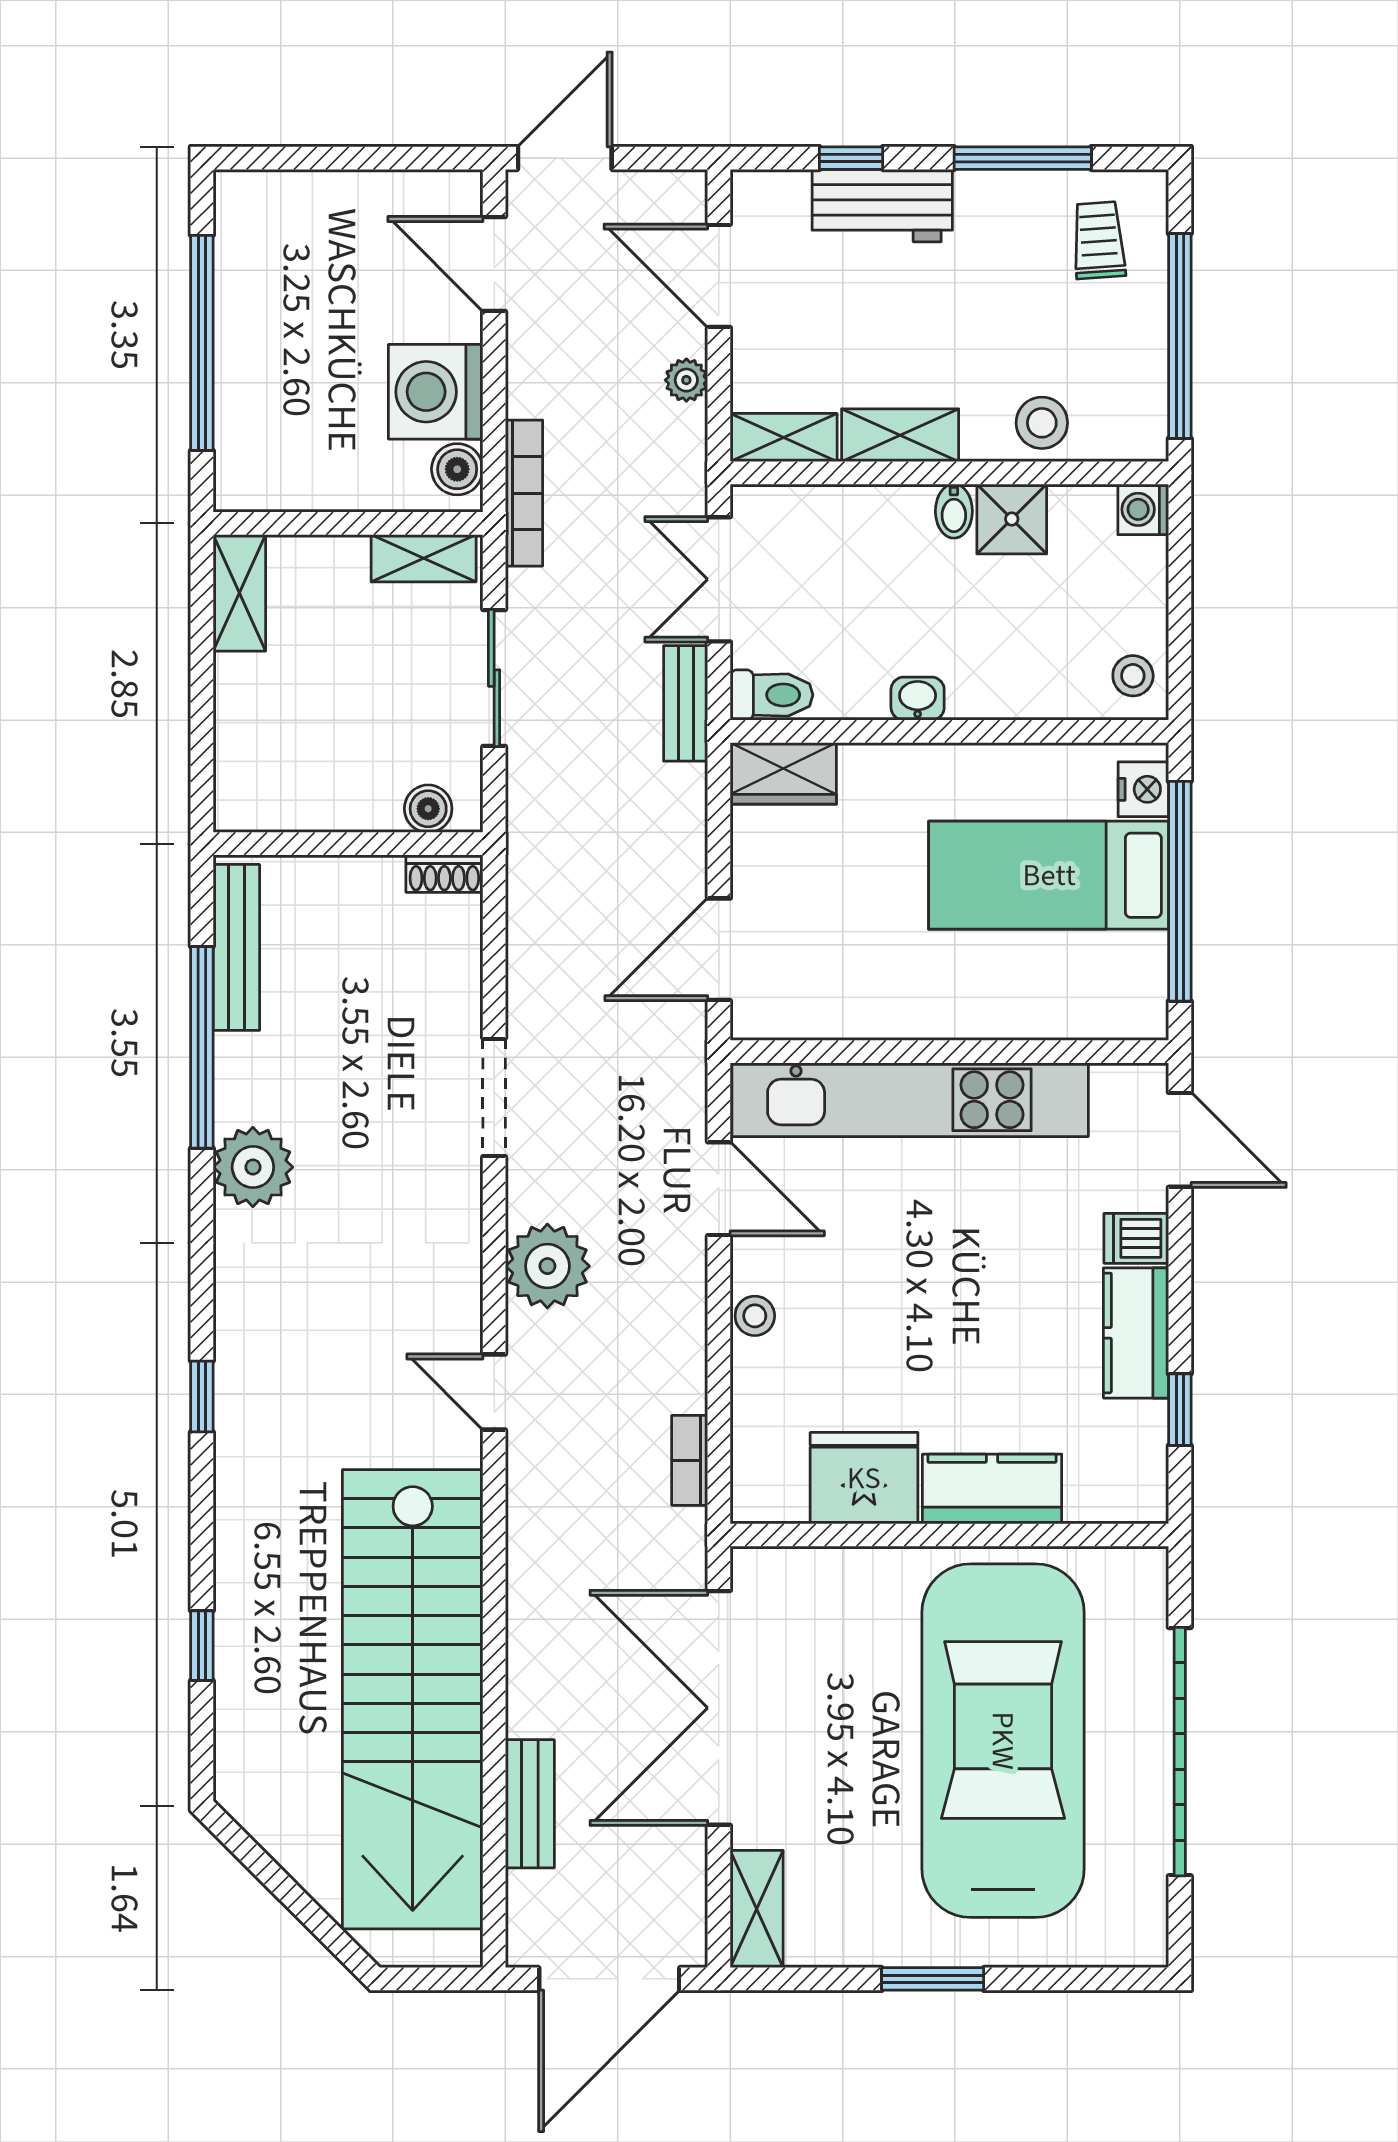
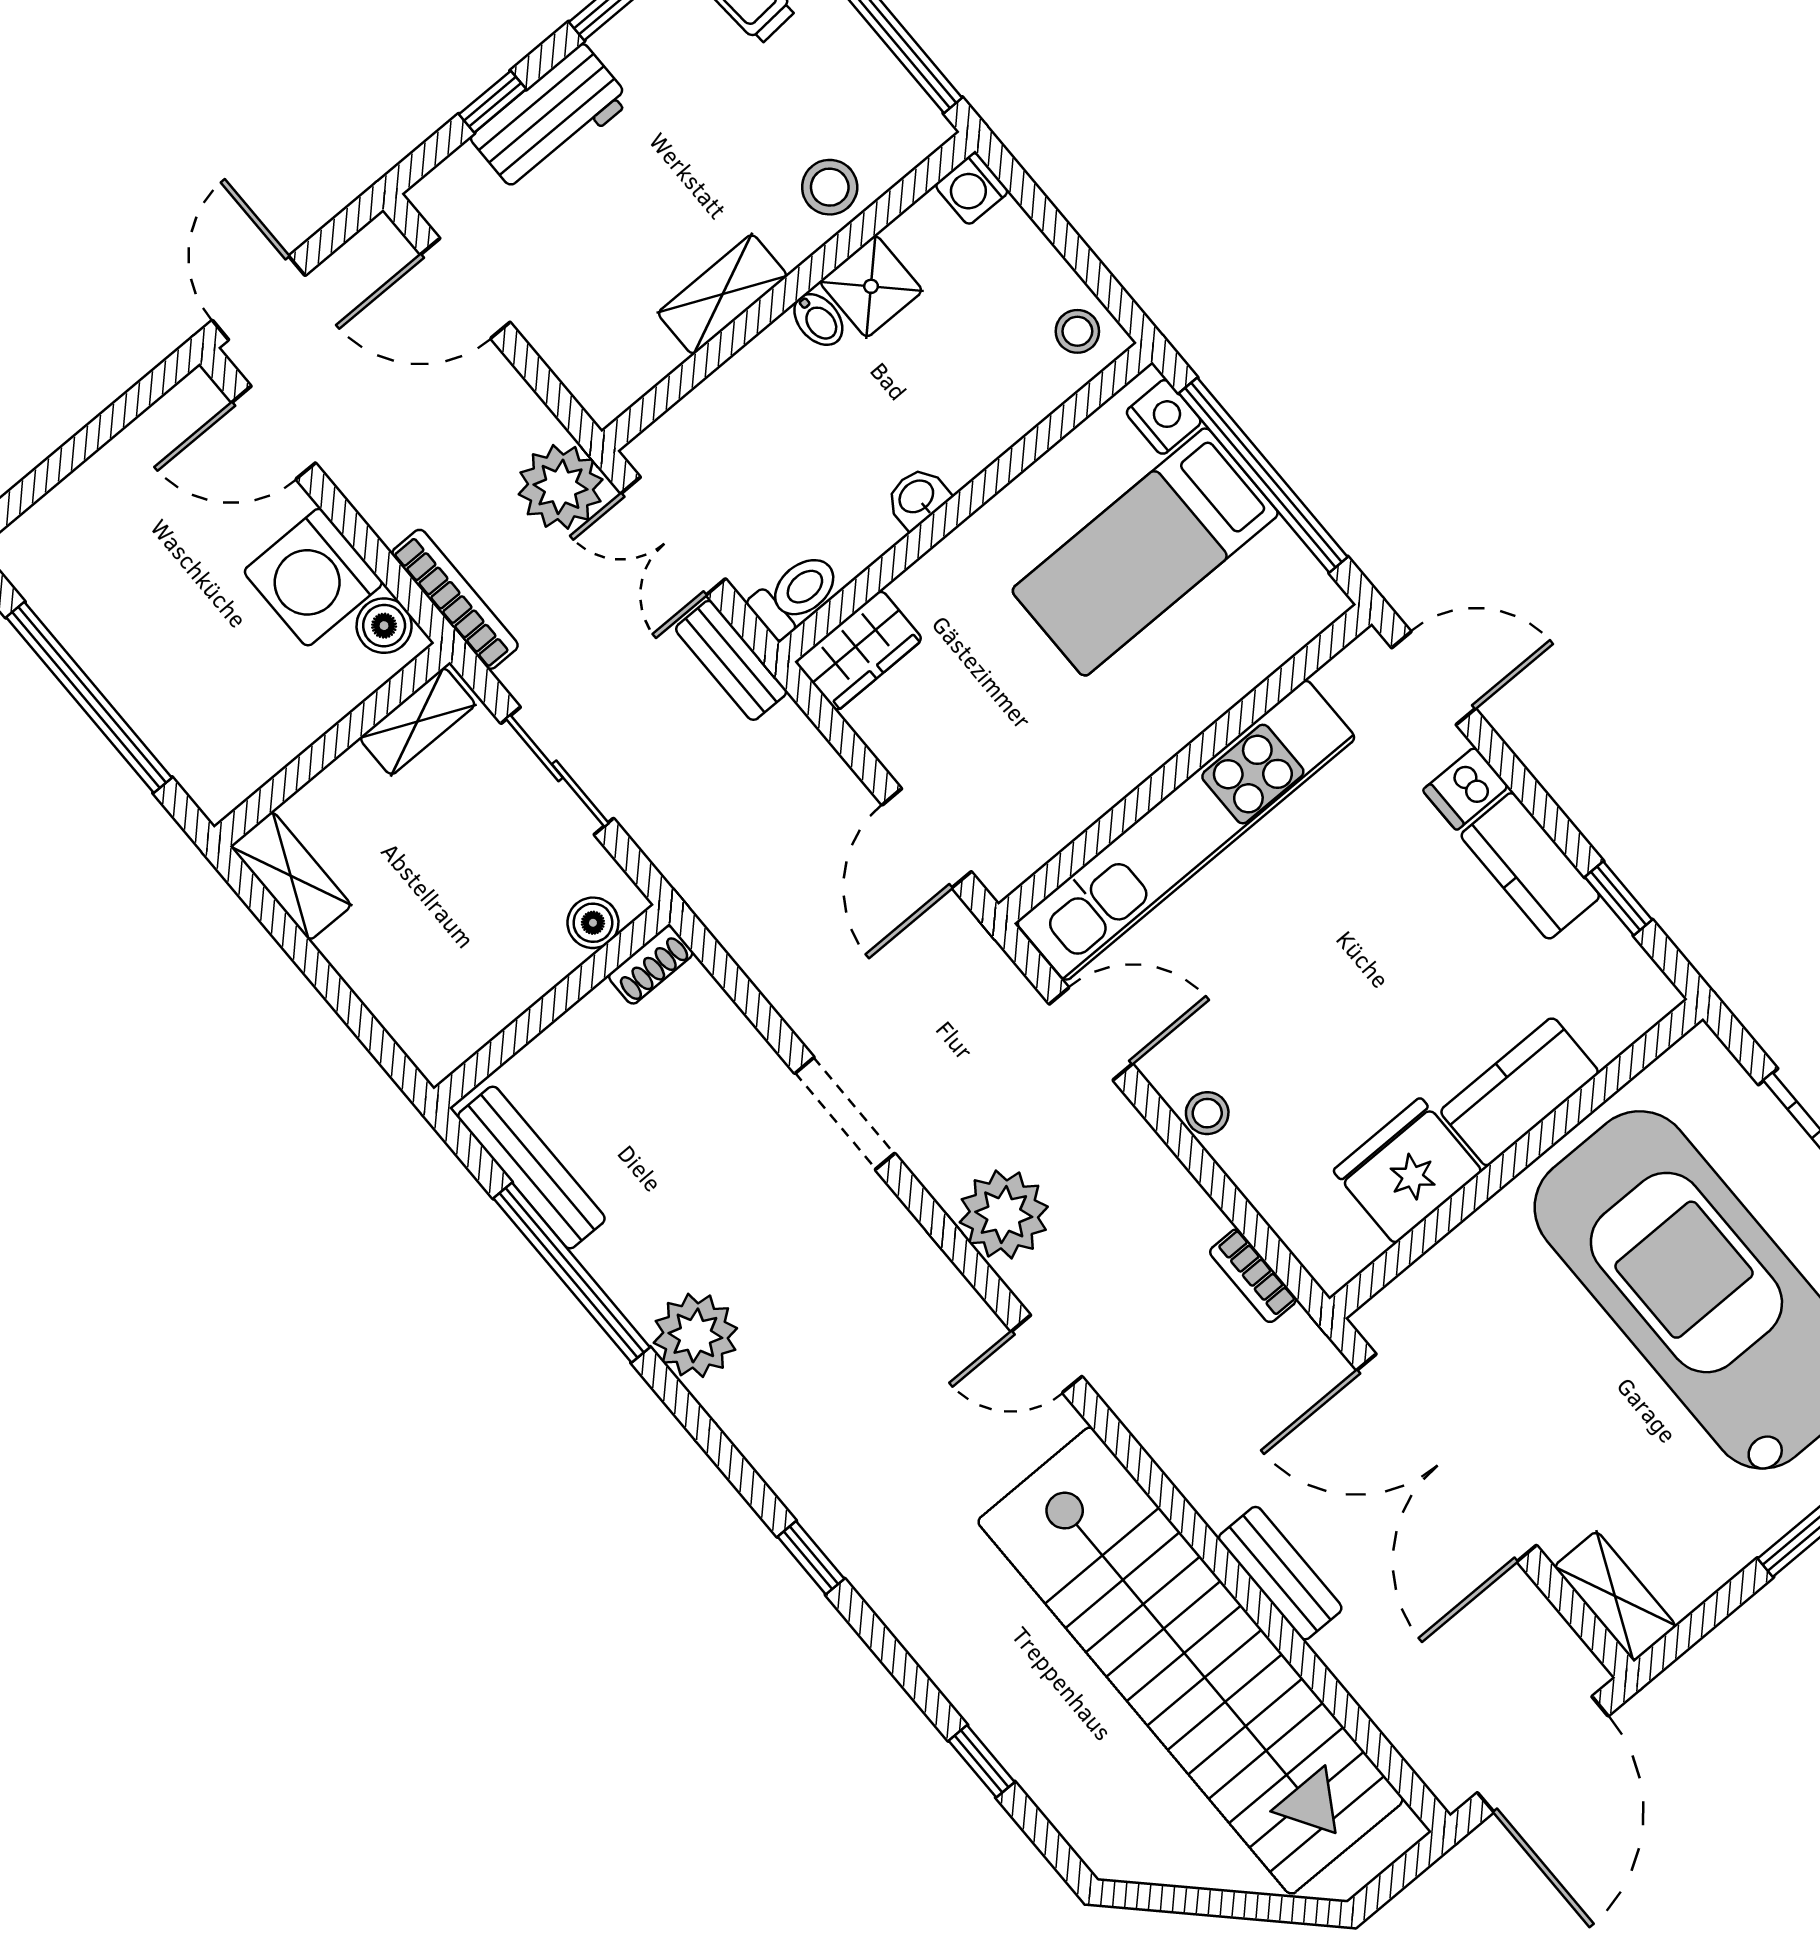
plant: (686, 380) -> (561, 487), moved, width x1.88, depth x1.88
shelving: (784, 438) -> (629, 376), removed
bench: (530, 1804) -> (1280, 1573), moved

